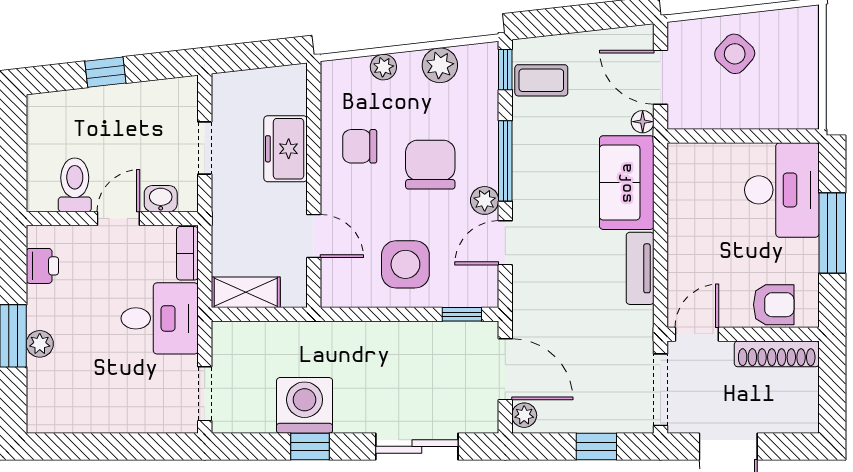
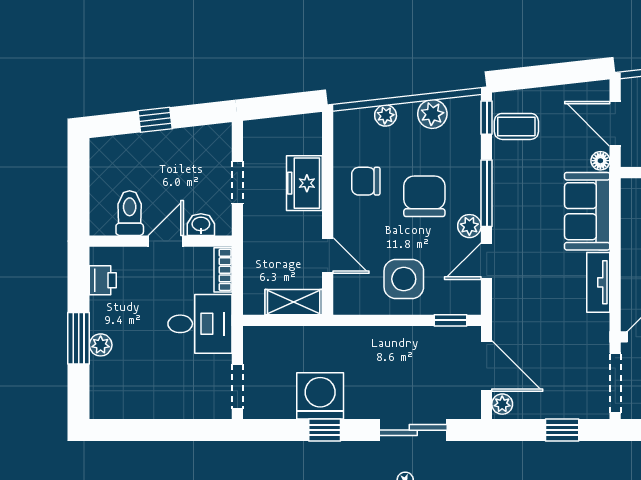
shelving: (246, 292) -> (294, 302), moved

